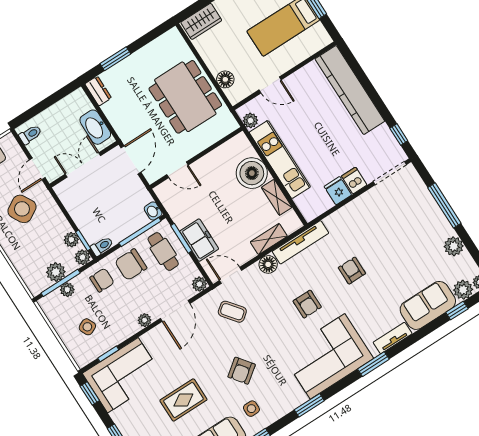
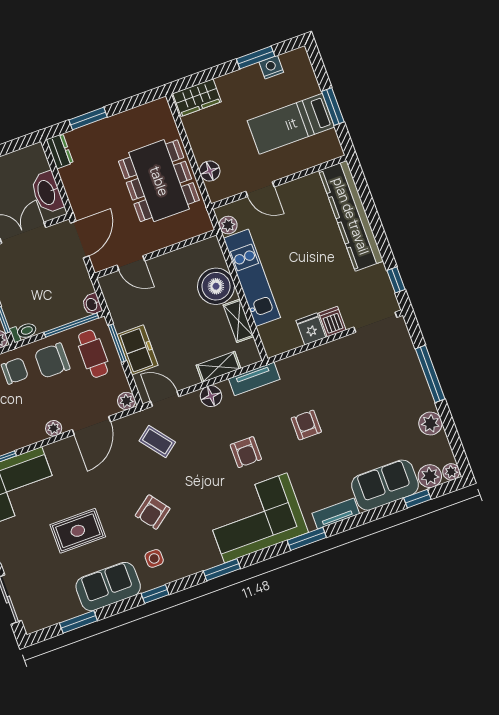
tv unit: (301, 242) -> (254, 379), width x0.71

